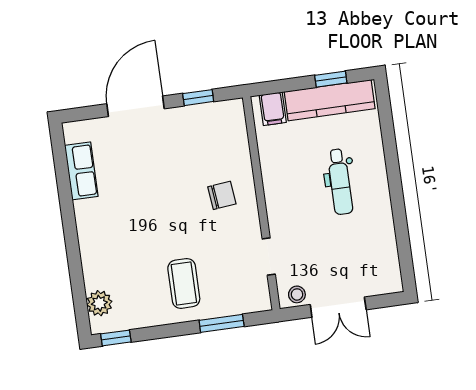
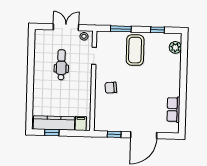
dental chair: (340, 182) -> (61, 65), moved
coffee table: (184, 283) -> (135, 50), width x1.36, depth x1.32
window: (116, 338) -> (157, 30), moved

